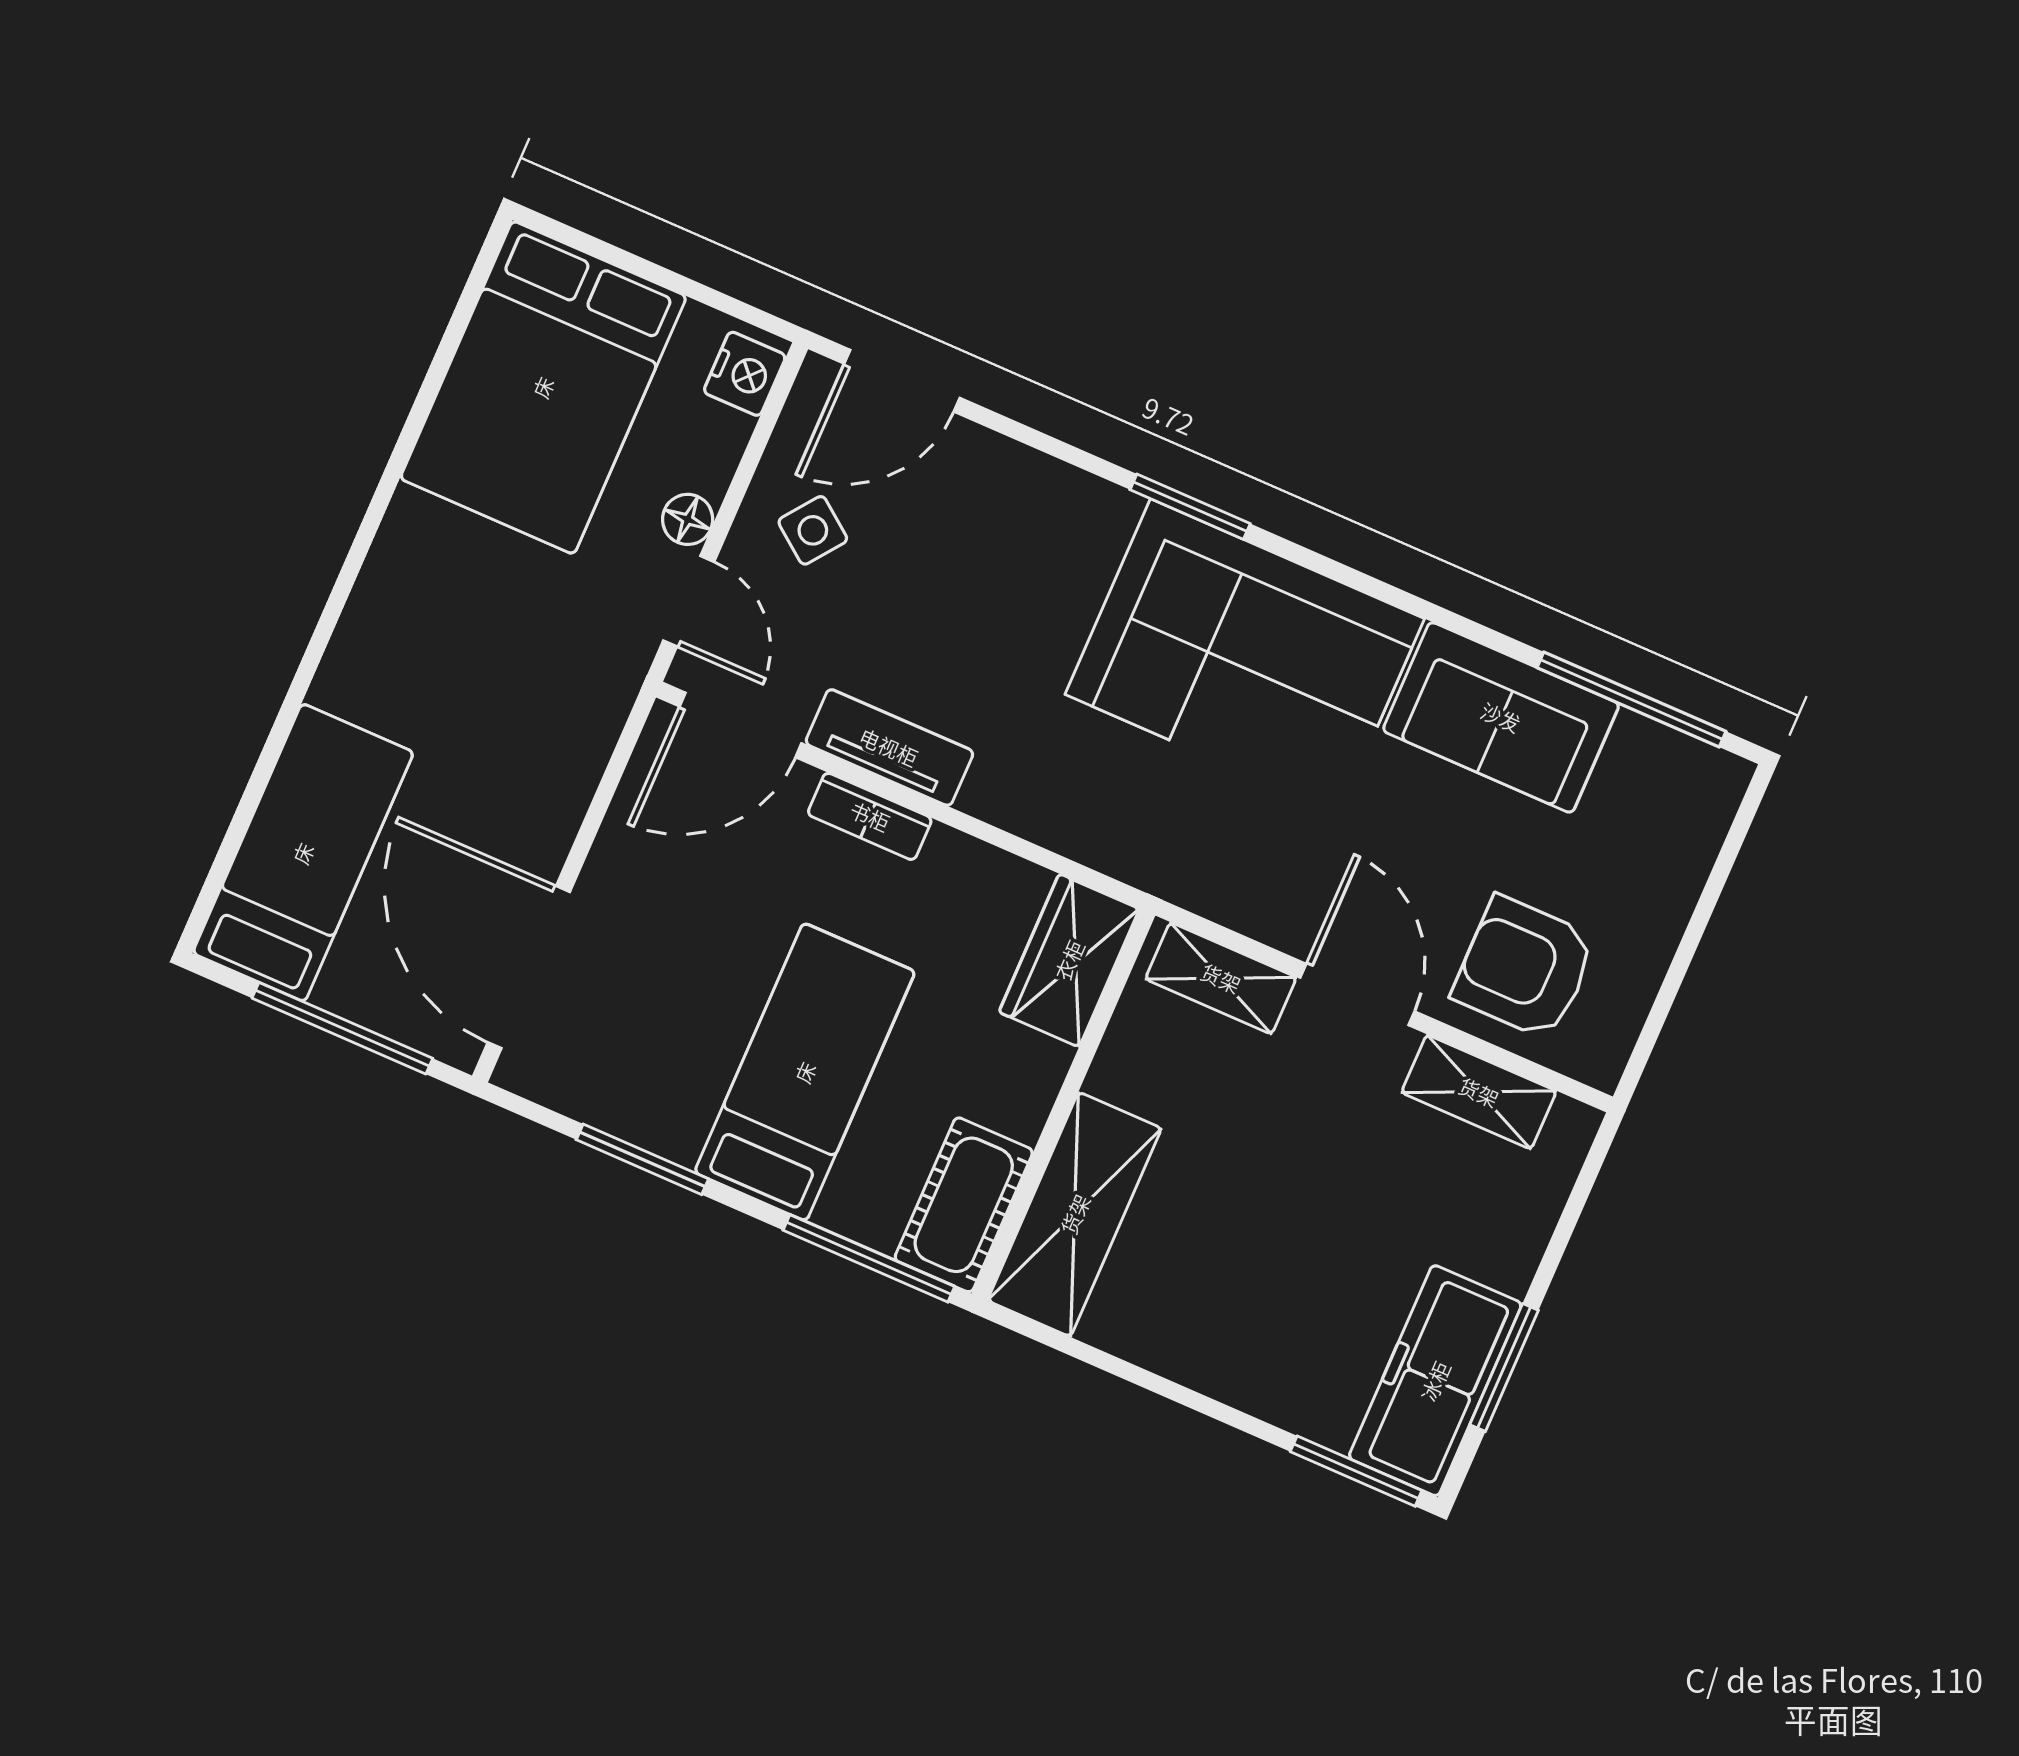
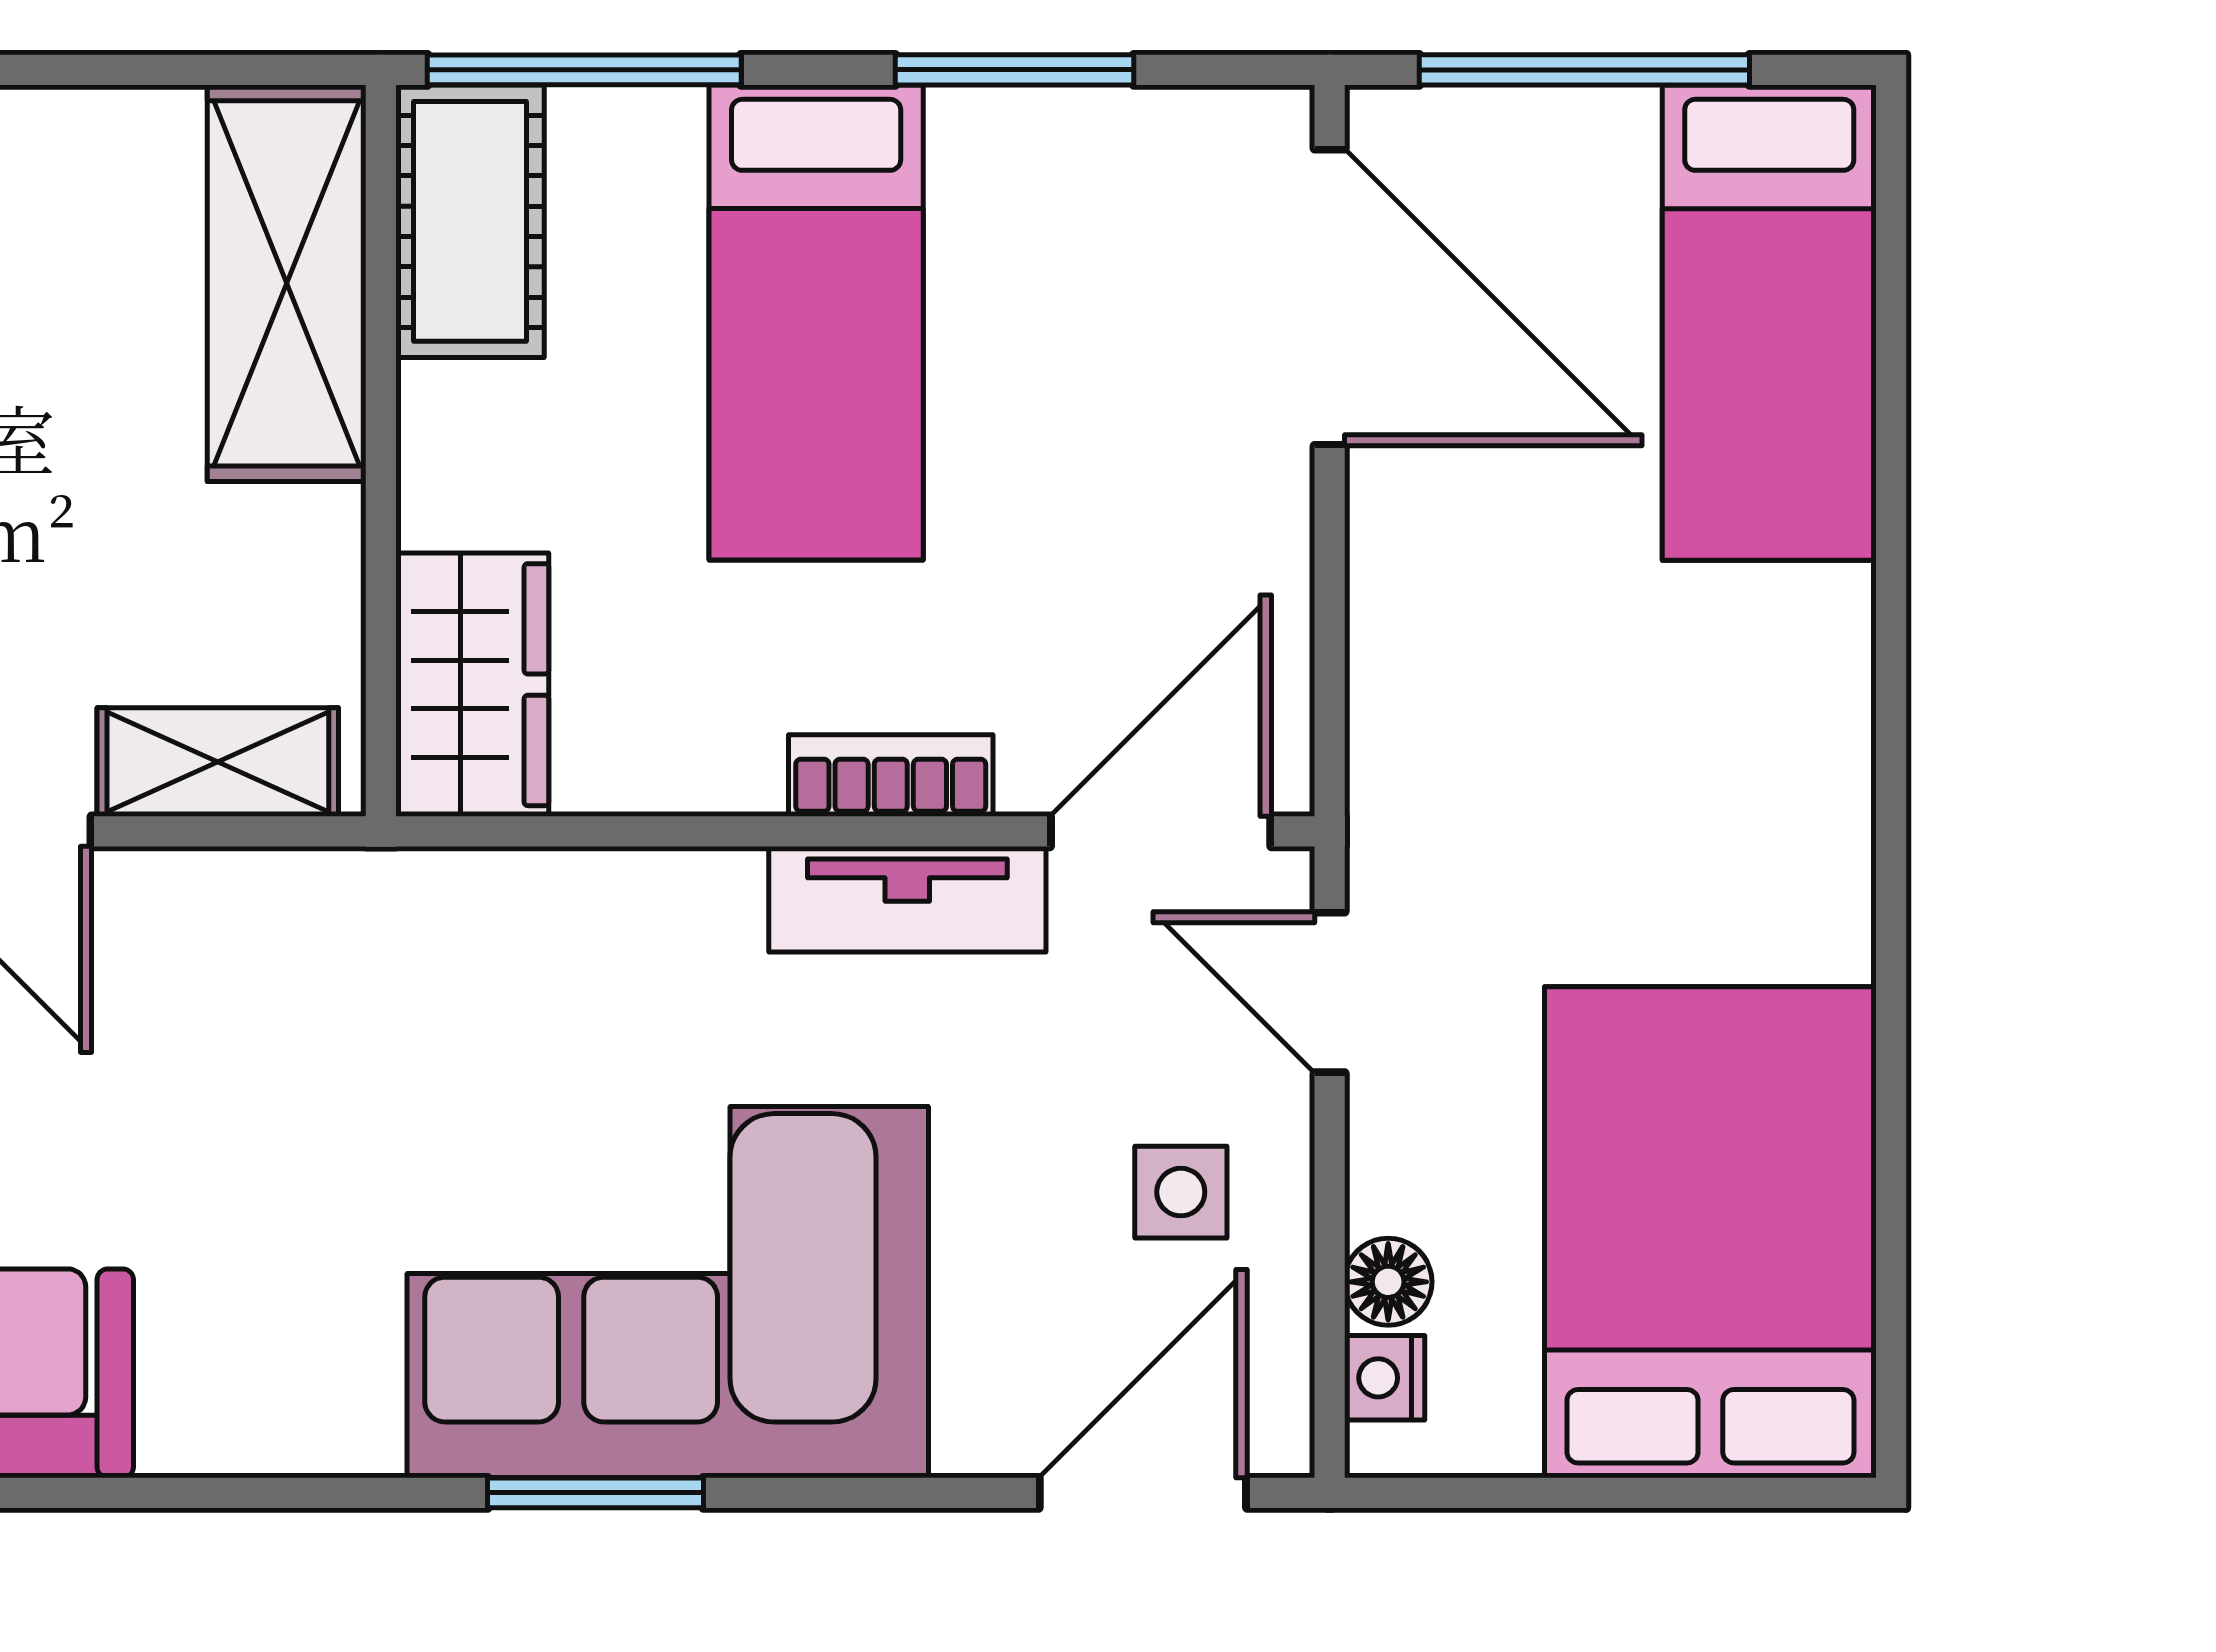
nightstand: (745, 374) -> (1385, 1378), width x0.72, depth x0.74
floor lamp: (688, 519) -> (1388, 1282), moved
side table: (813, 530) -> (1181, 1192), turned -37
corner sofa: (1245, 656) -> (668, 1292), moved

